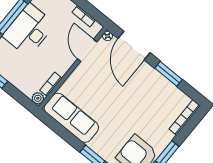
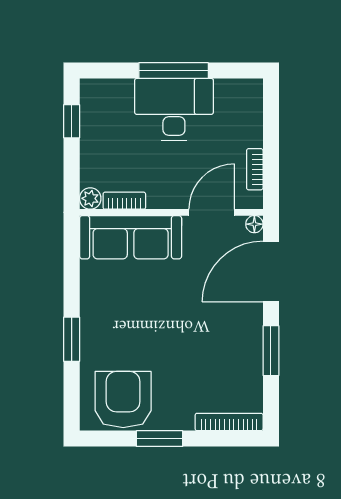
sofa: (71, 118) -> (131, 237), moved, turned 90

